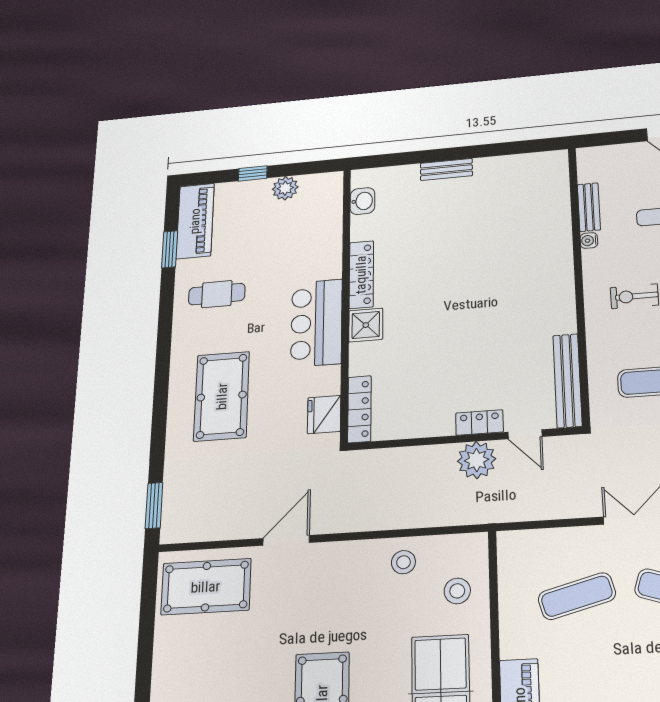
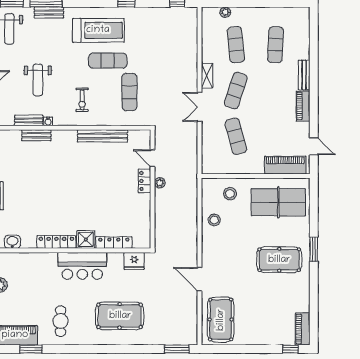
bench: (561, 223) -> (36, 135), added
bench: (567, 381) -> (103, 136), moved
locker: (359, 409) -> (114, 243), moved
door: (525, 434) -> (152, 158), swing flipped
plant: (477, 460) -> (160, 183), width x0.53, depth x0.53

